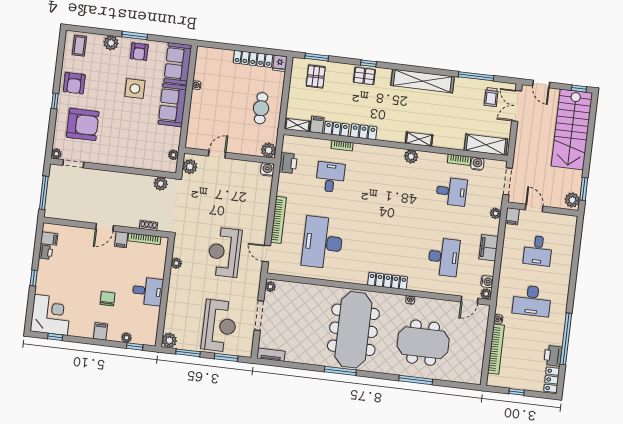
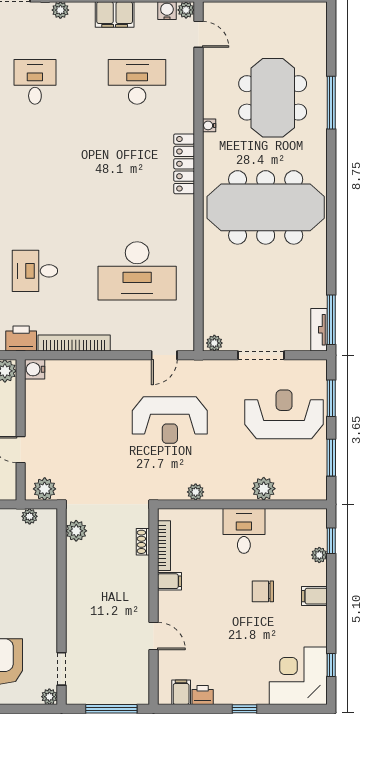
bookcase: (278, 220) -> (74, 343), moved
door: (105, 227) -> (153, 636), moved
plant: (169, 340) -> (264, 489), moved
window: (340, 371) -> (331, 320), moved

